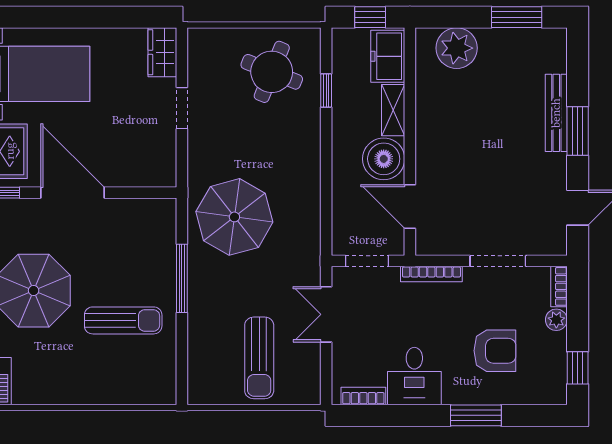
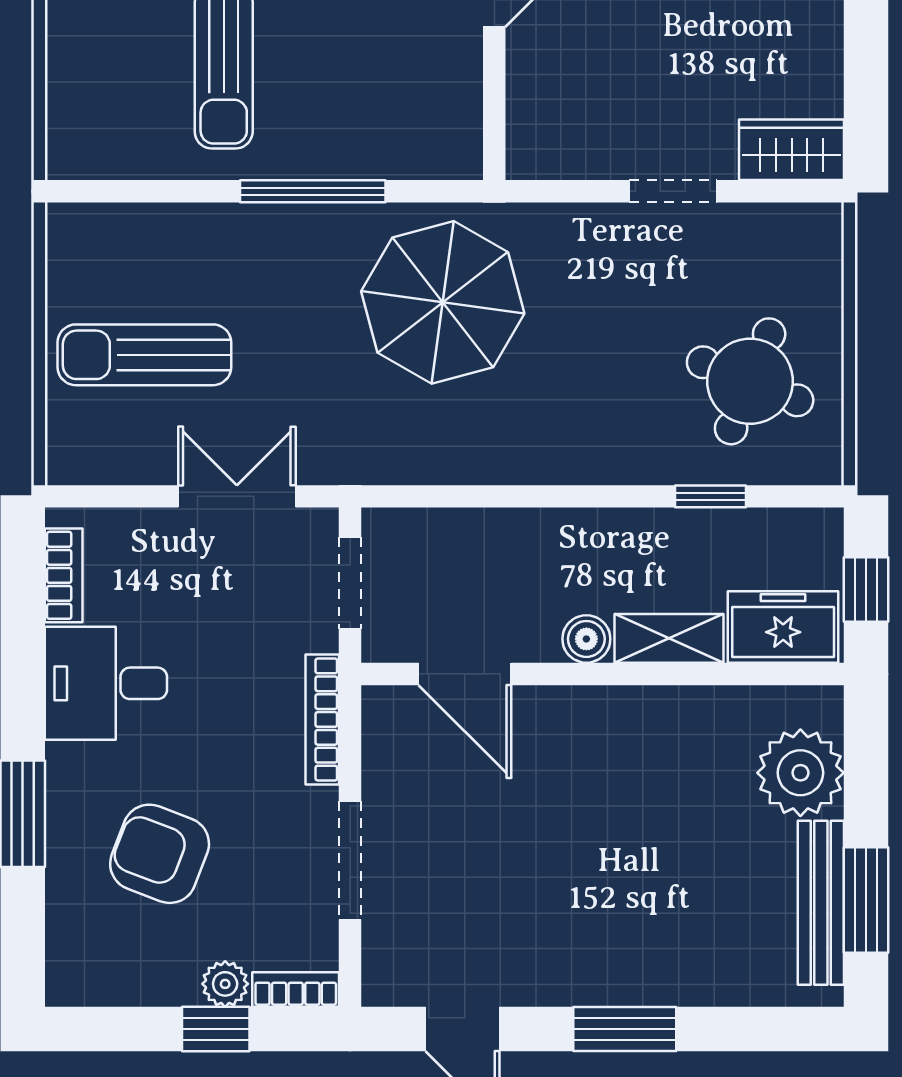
bench: (556, 113) -> (821, 903), moved, turned 90
boiler: (384, 159) -> (586, 639), width x0.54, depth x0.54
door: (410, 207) -> (465, 674), swing flipped
armchair: (495, 351) -> (160, 854), turned 111
window: (578, 368) -> (216, 1029), moved

